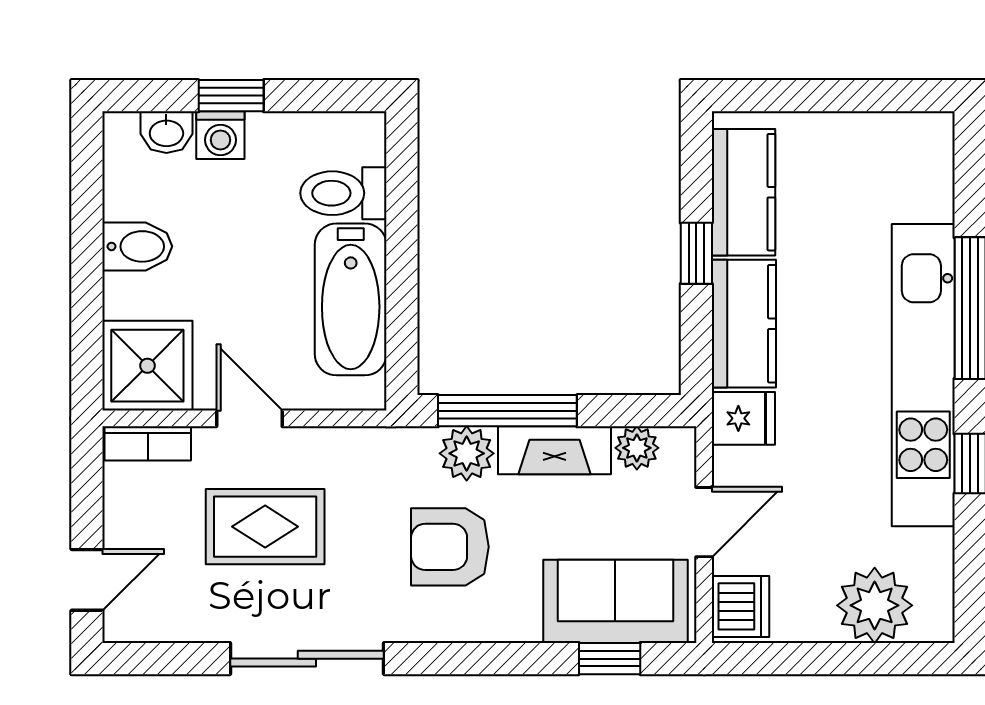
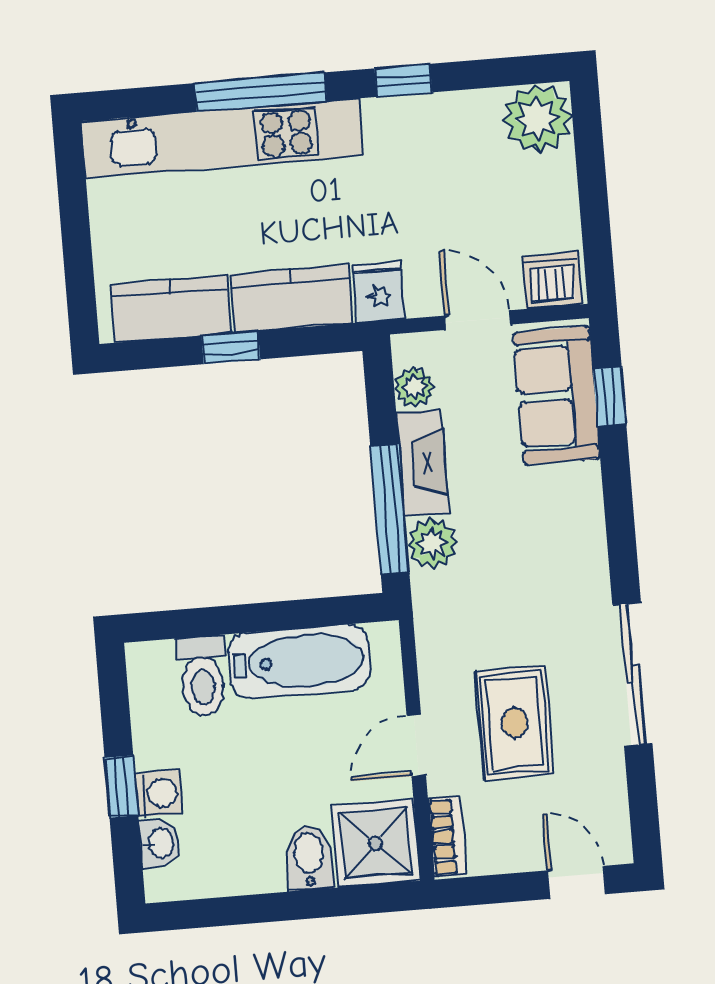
bidet: (137, 246) -> (309, 858), moved
kitchen unit: (923, 375) -> (222, 138), moved
armchair: (450, 547) -> (519, 552), removed
plant: (875, 605) -> (538, 118), moved

